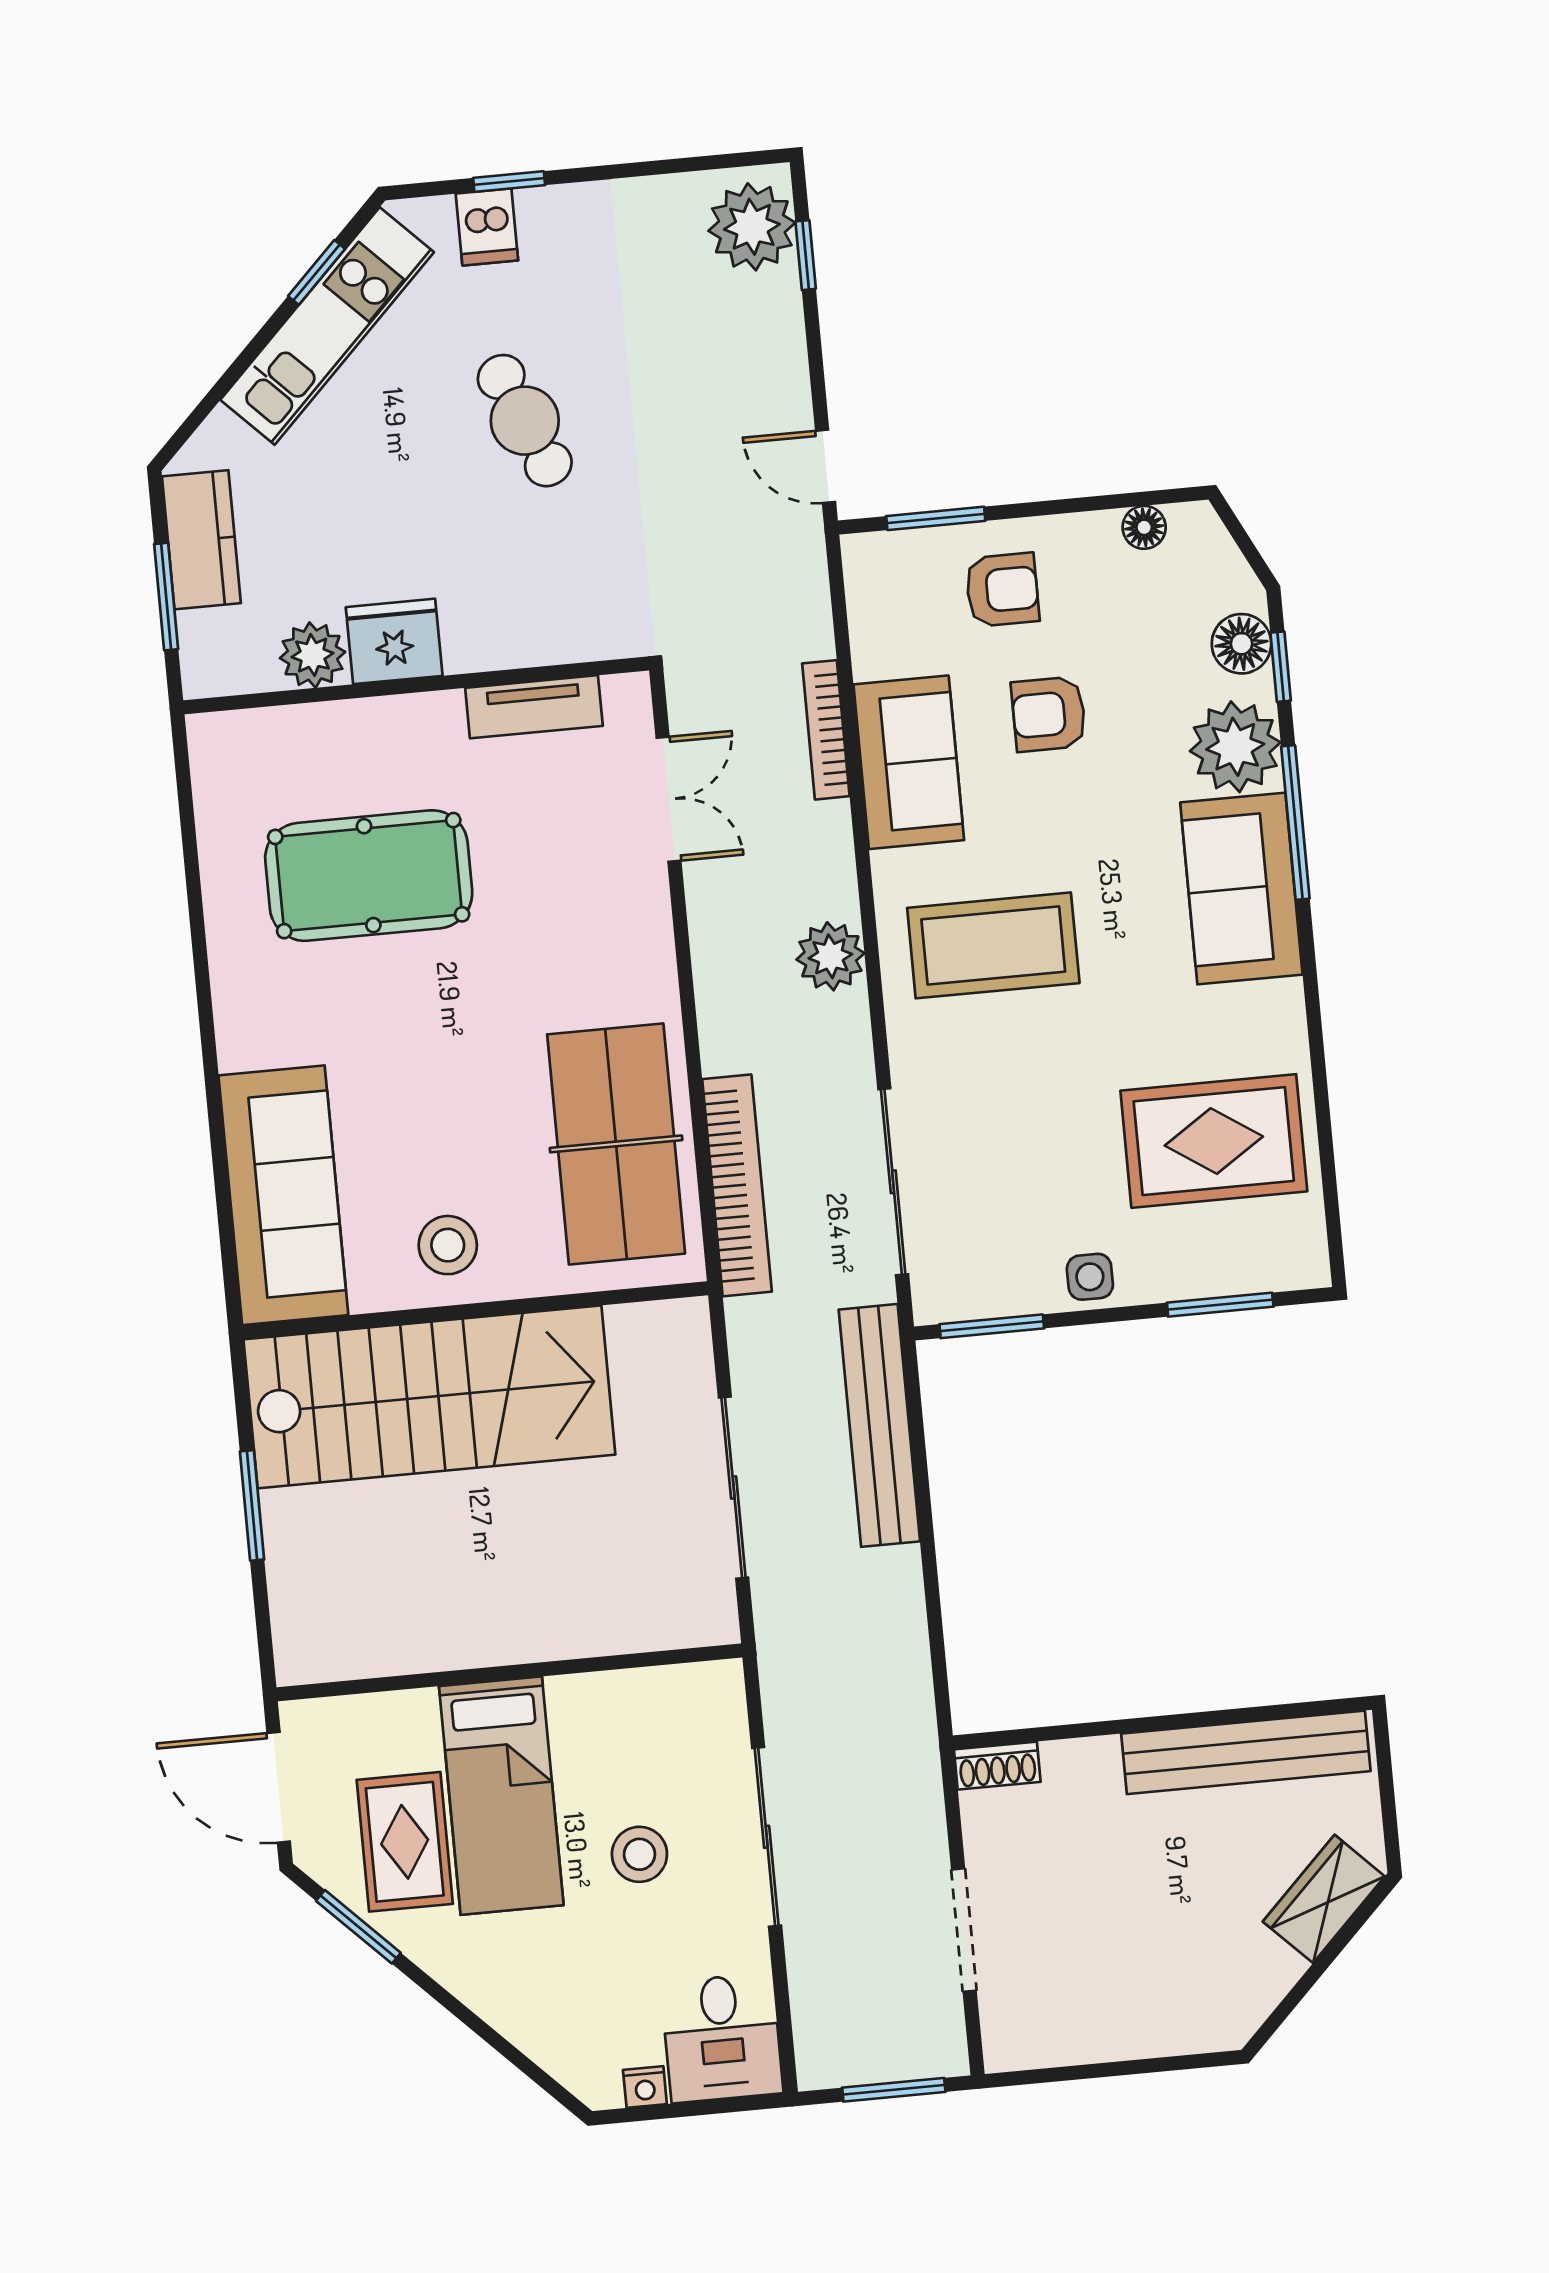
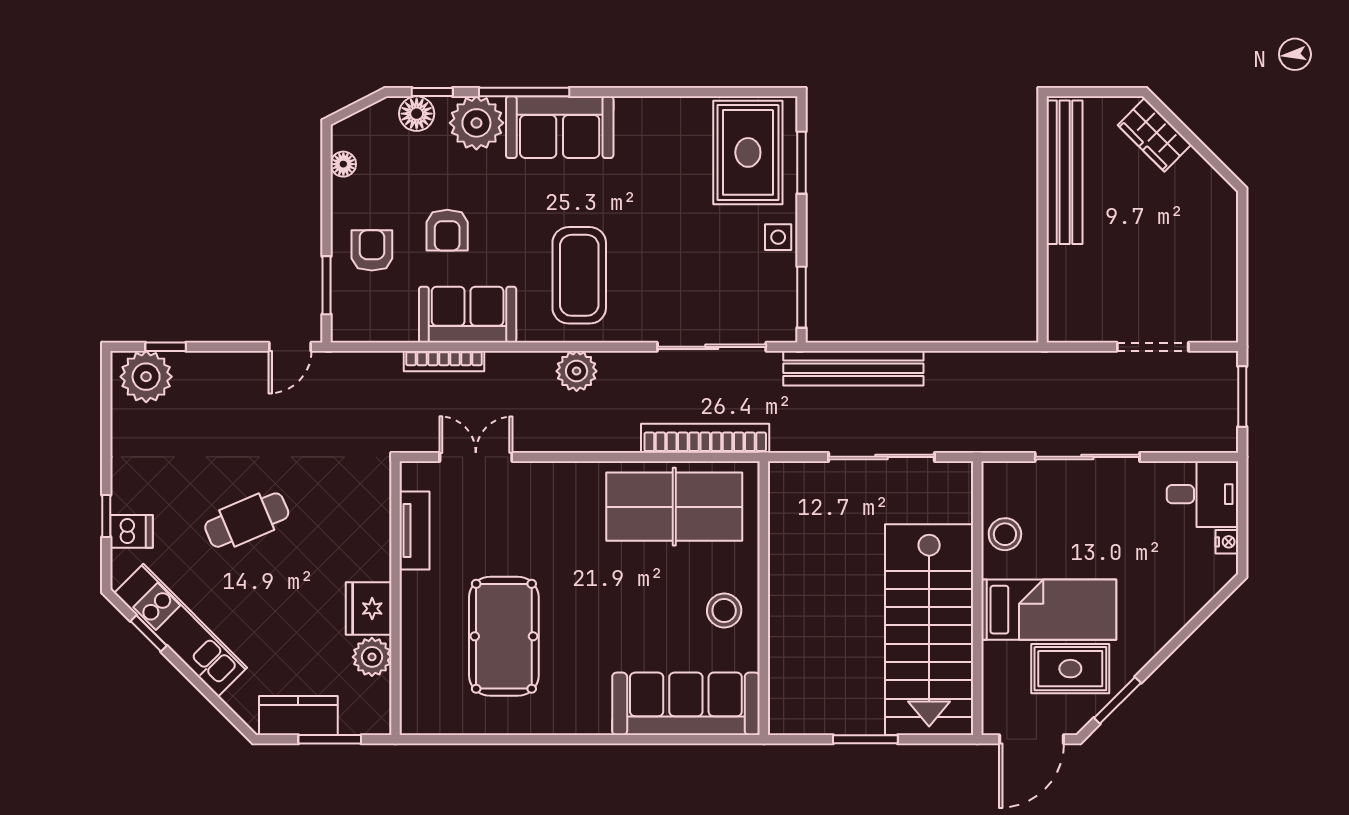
rug: (1214, 1141) -> (748, 152), moved
stairs: (429, 1397) -> (929, 630), moved, turned 180
shoe rack: (997, 1766) -> (1059, 318), removed
stool: (639, 1854) -> (1005, 534), moved

